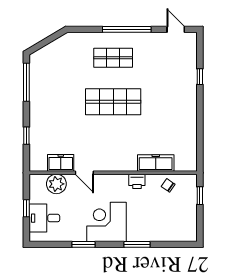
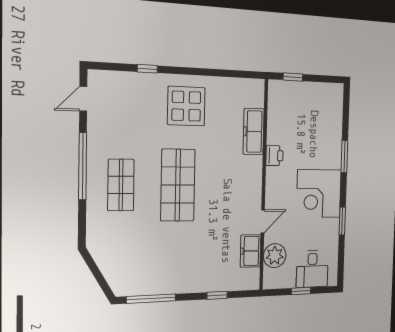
display table: (173, 107) -> (186, 106), added
chair: (168, 185) -> (280, 117), removed

